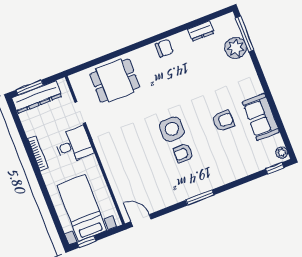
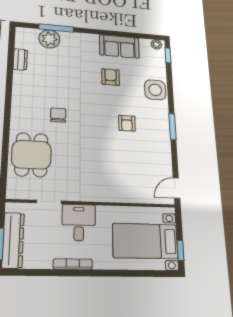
window: (245, 34) -> (56, 28), moved
chair: (164, 48) -> (58, 115), moved
side table: (172, 129) -> (155, 90), moved

